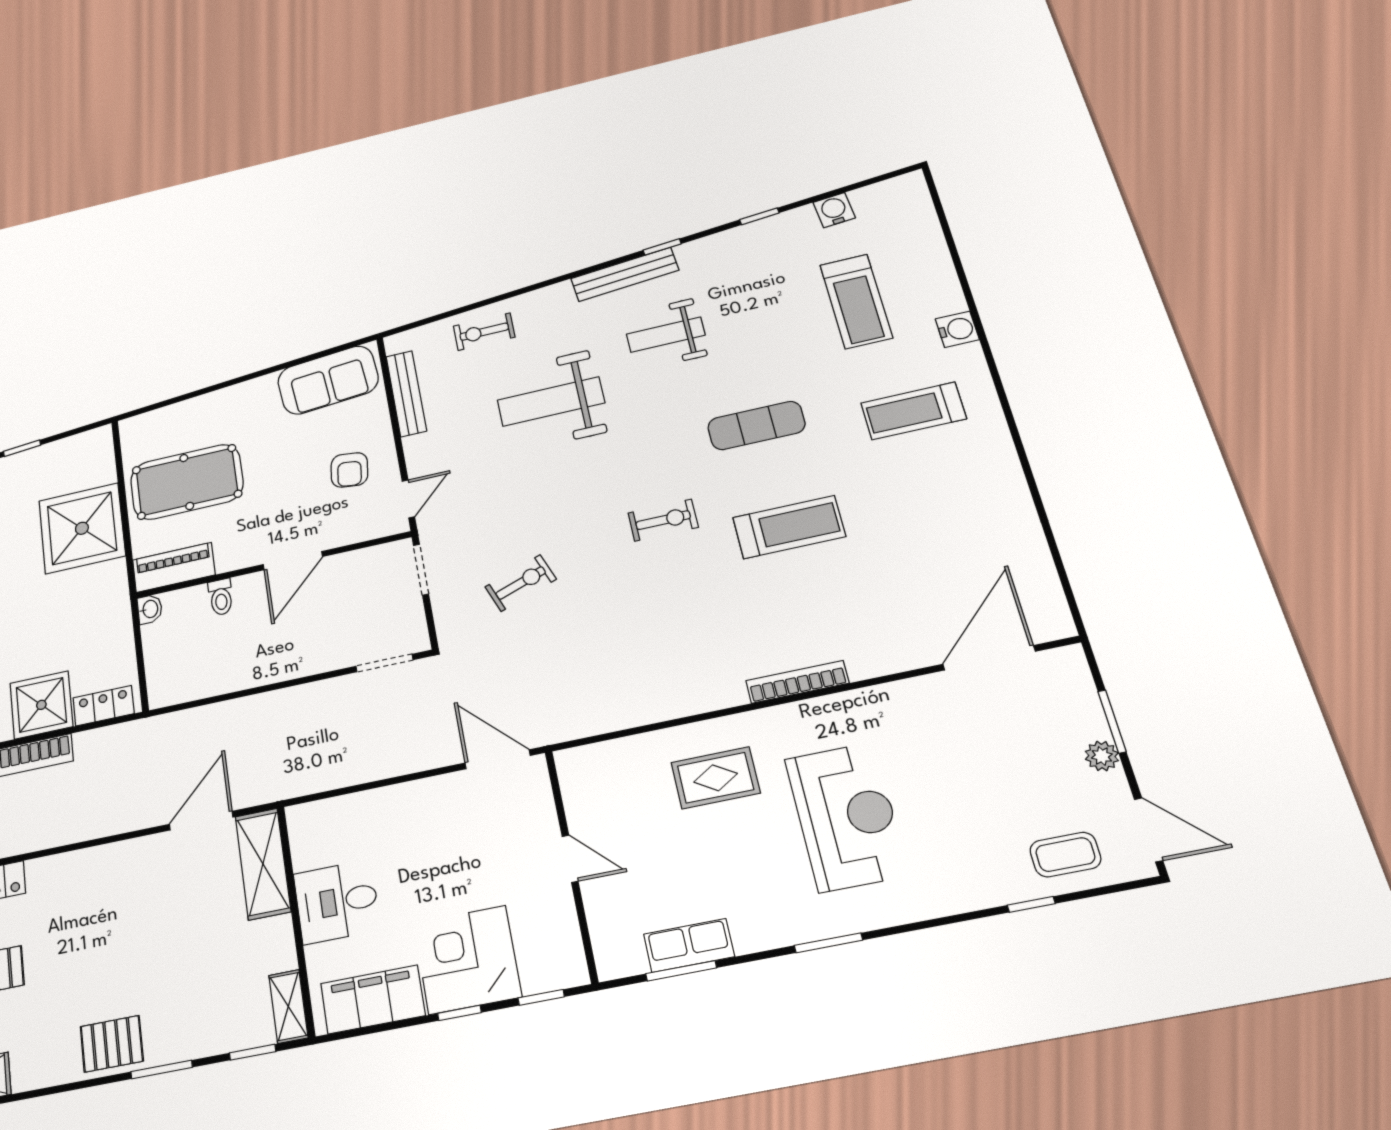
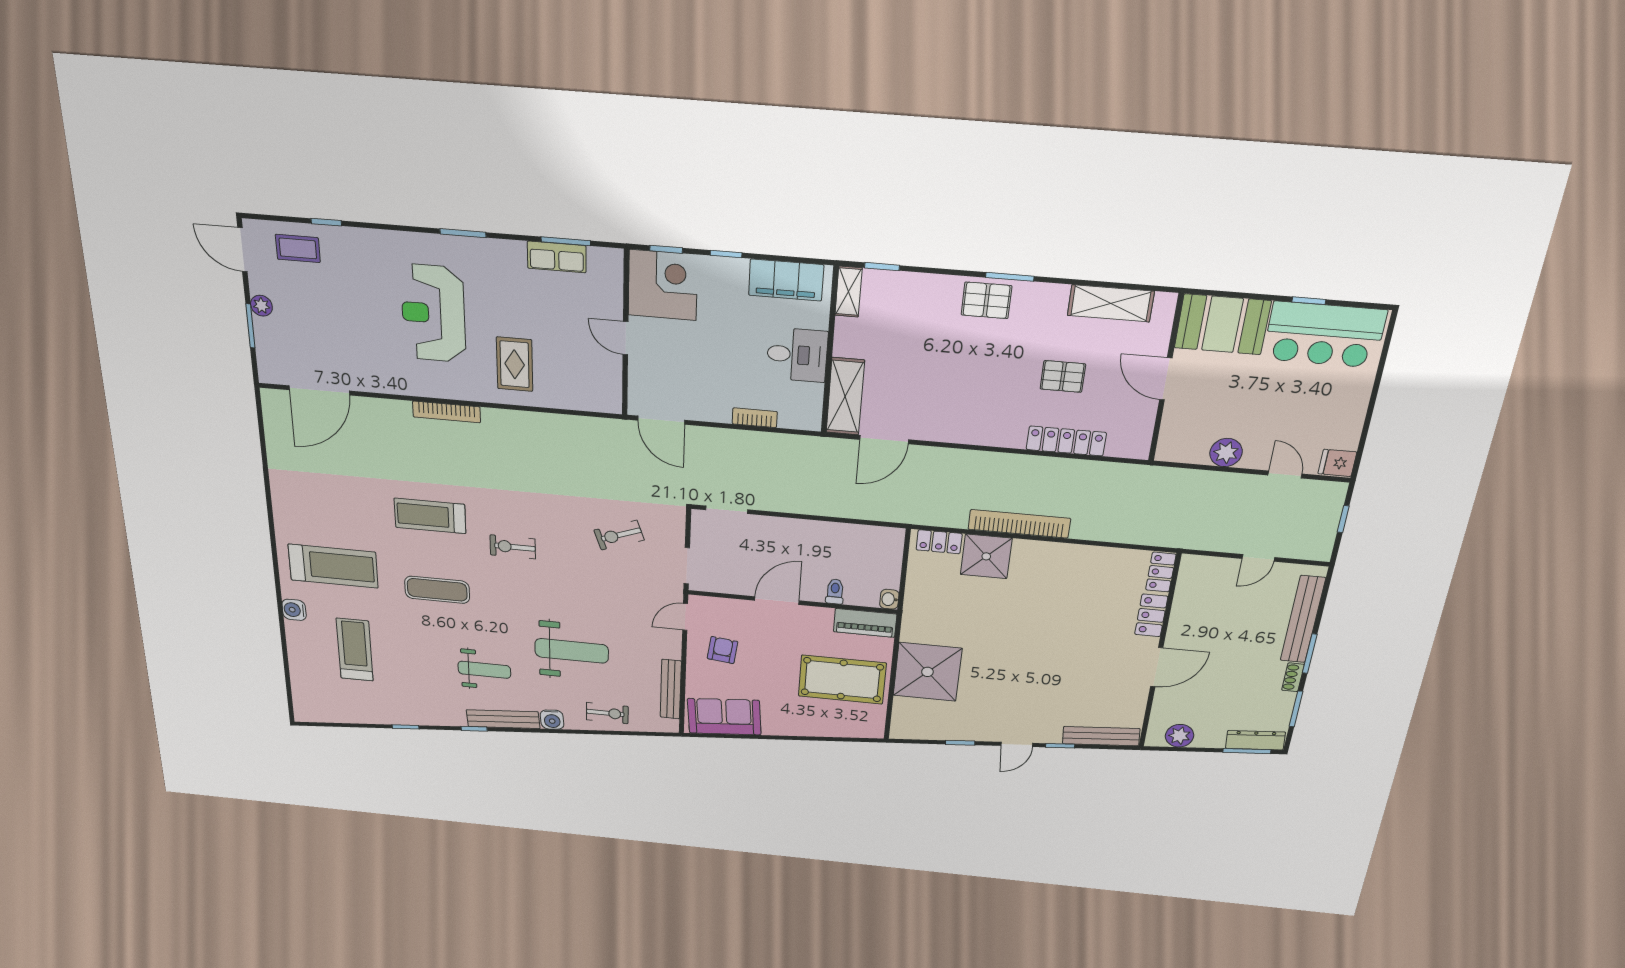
water cooler: (834, 210) -> (552, 720), moved
treadmill: (913, 411) -> (333, 566), width x1.37, depth x1.38
rug: (716, 778) -> (515, 364), turned 90
bookcase: (374, 800) -> (755, 418), added
corner desk: (467, 960) -> (663, 285), moved, turned -90
window: (162, 1069) -> (1010, 277), moved

